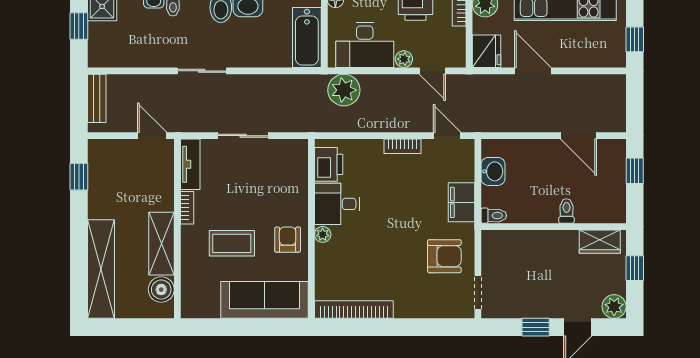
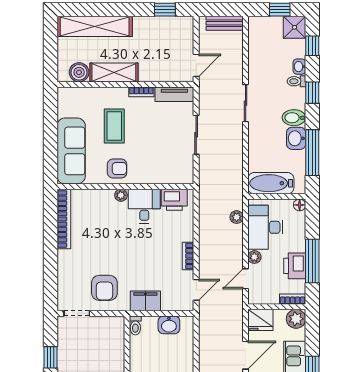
plant: (344, 90) -> (237, 217), width x0.53, depth x0.53

